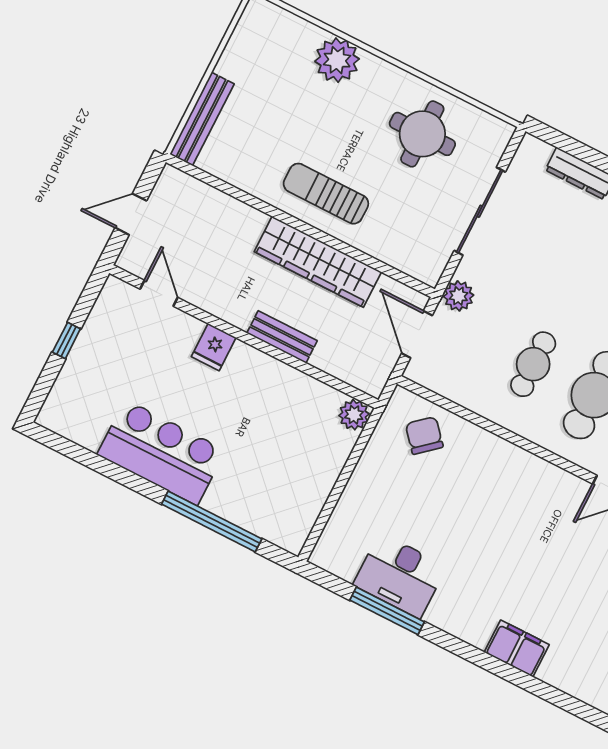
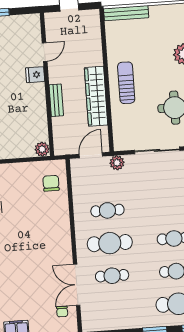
door: (159, 293) -> (45, 52), moved
chair: (424, 435) -> (51, 183), turned -49

